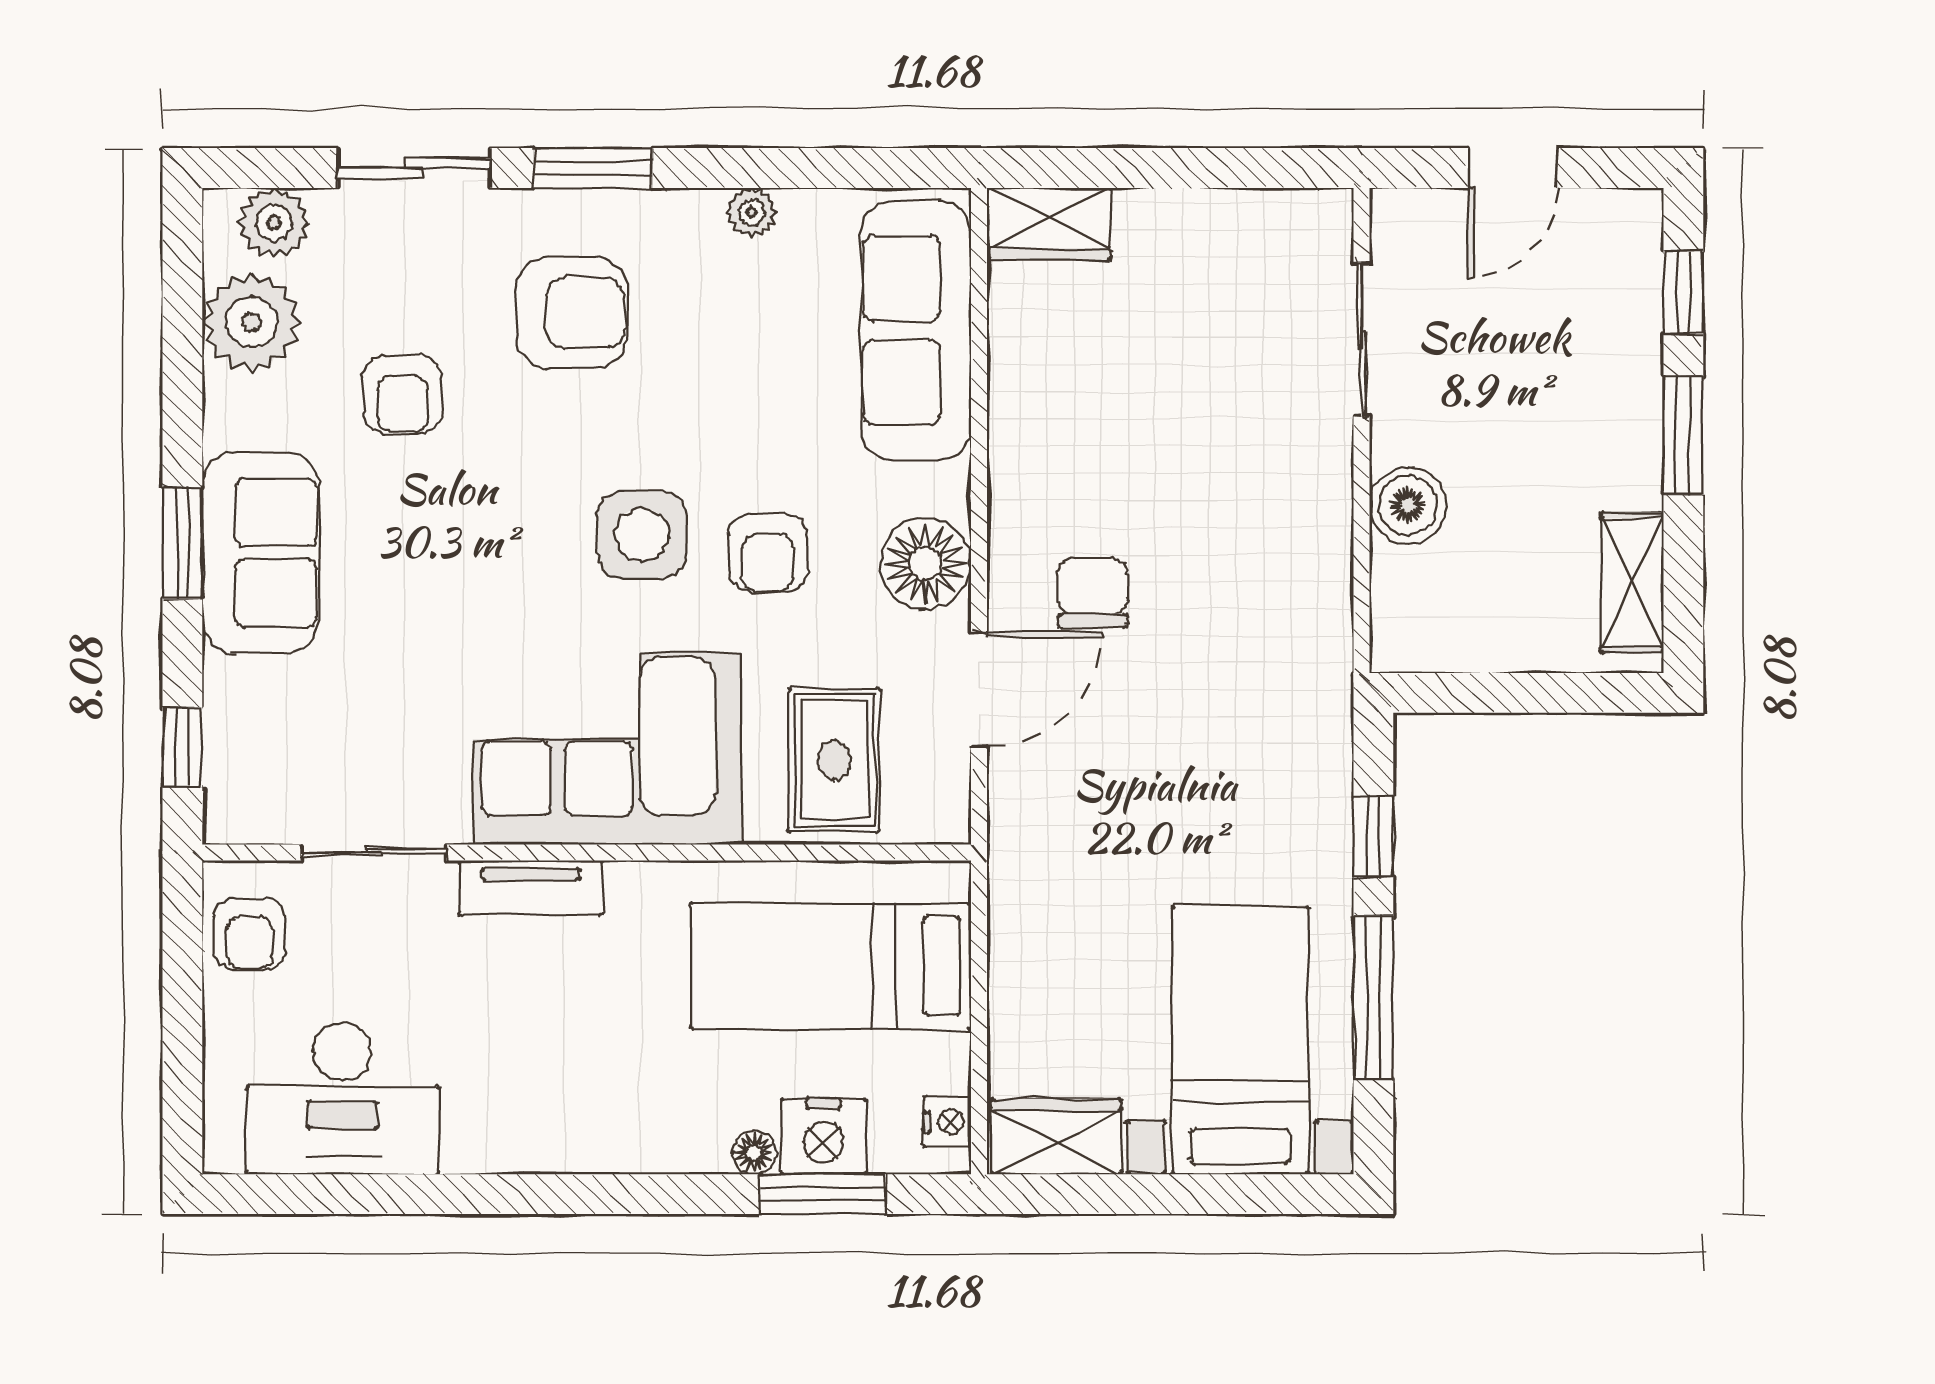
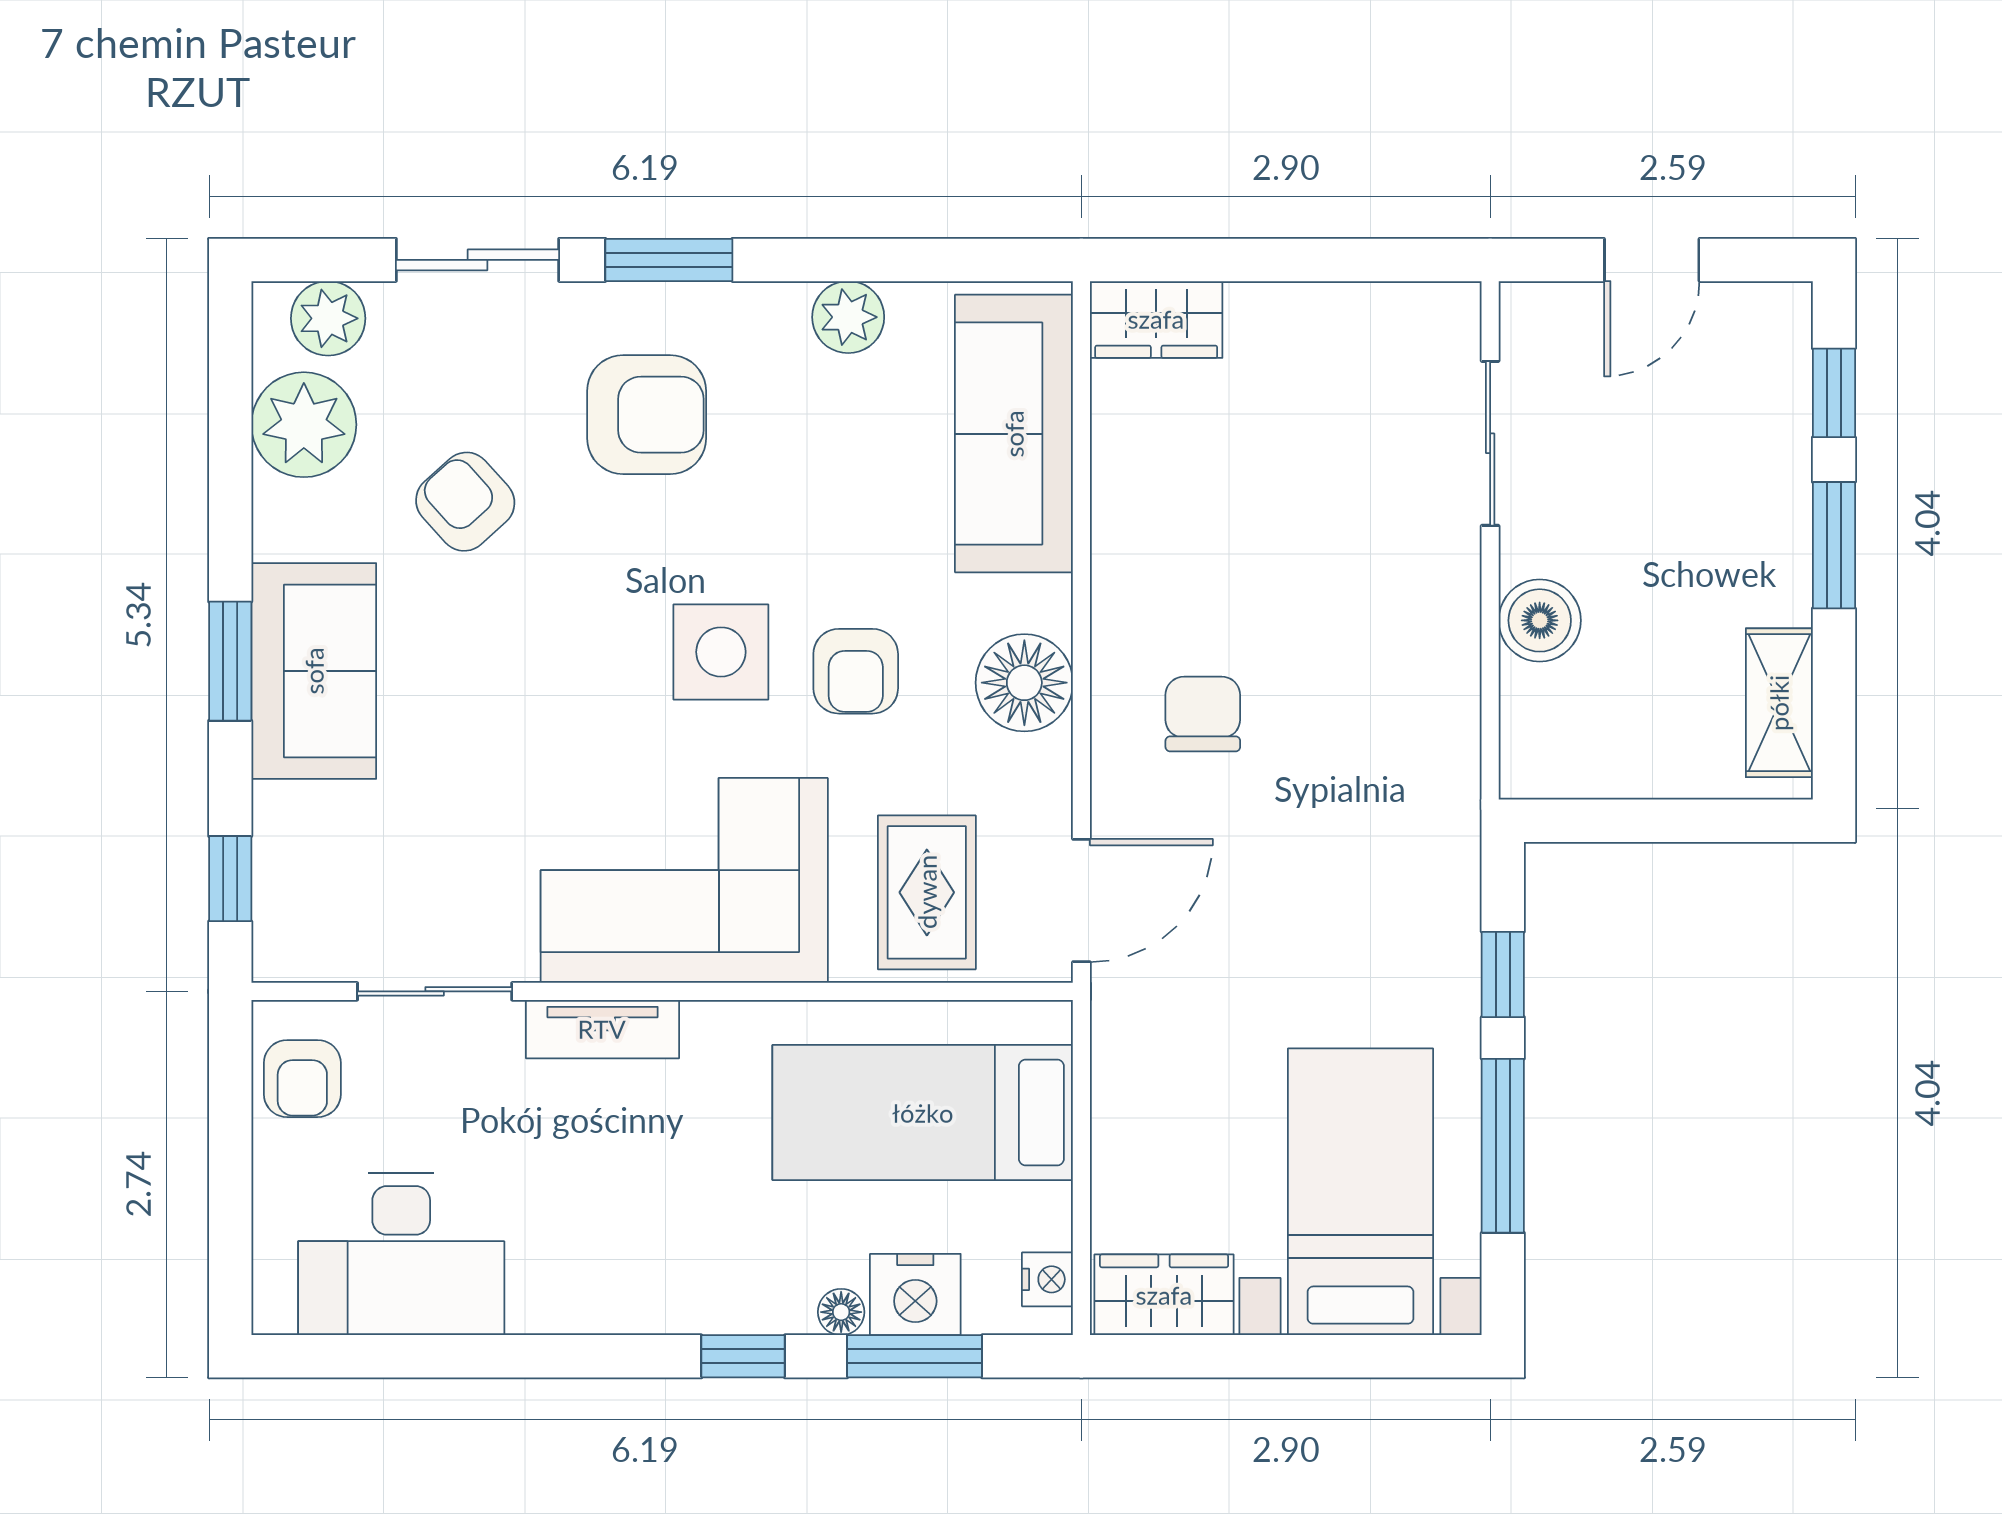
plant: (752, 212) -> (848, 317), width x1.38, depth x1.38
armchair: (402, 394) -> (465, 502), turned 138
door: (979, 689) -> (1081, 901), moved
window: (662, 1194) -> (743, 1356), added

